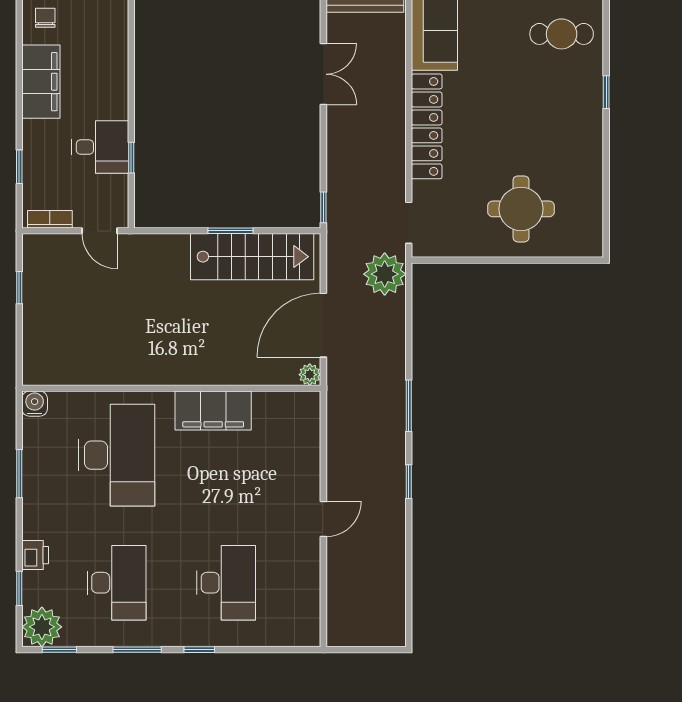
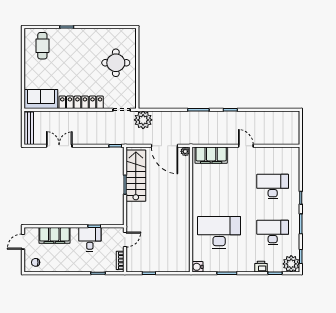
filing cabinet: (41, 82) -> (54, 235), moved, turned 180
filing cabinet: (213, 411) -> (211, 155), moved, turned 90

